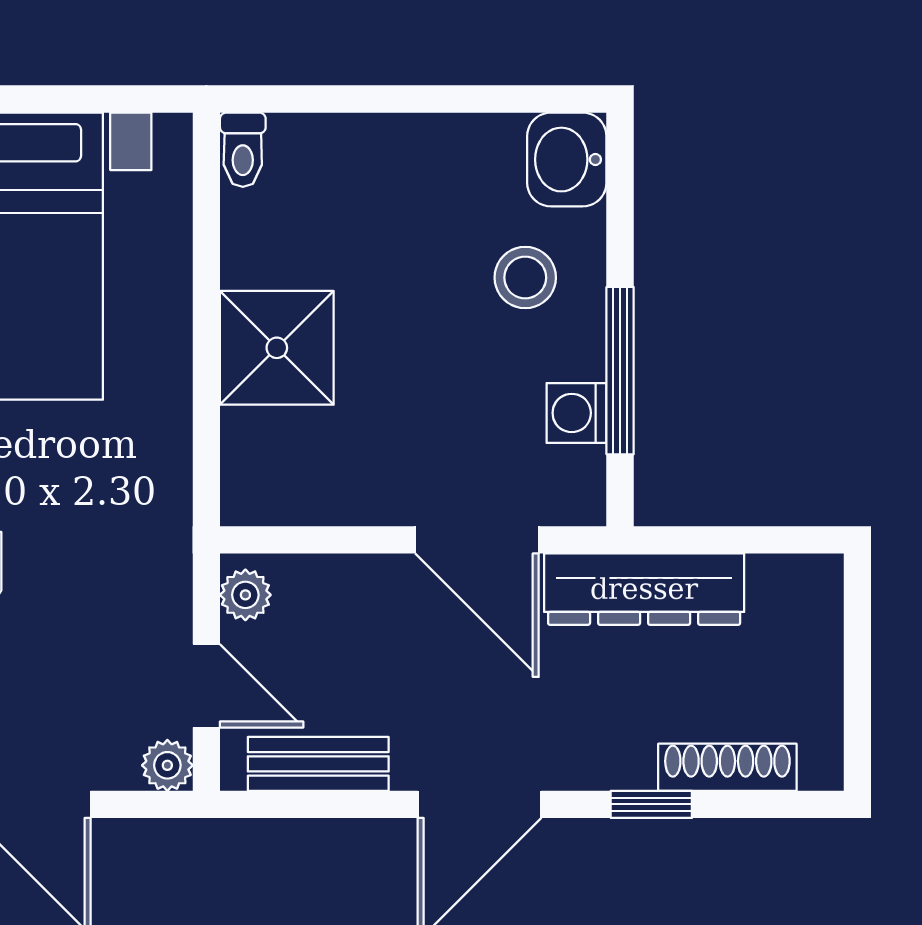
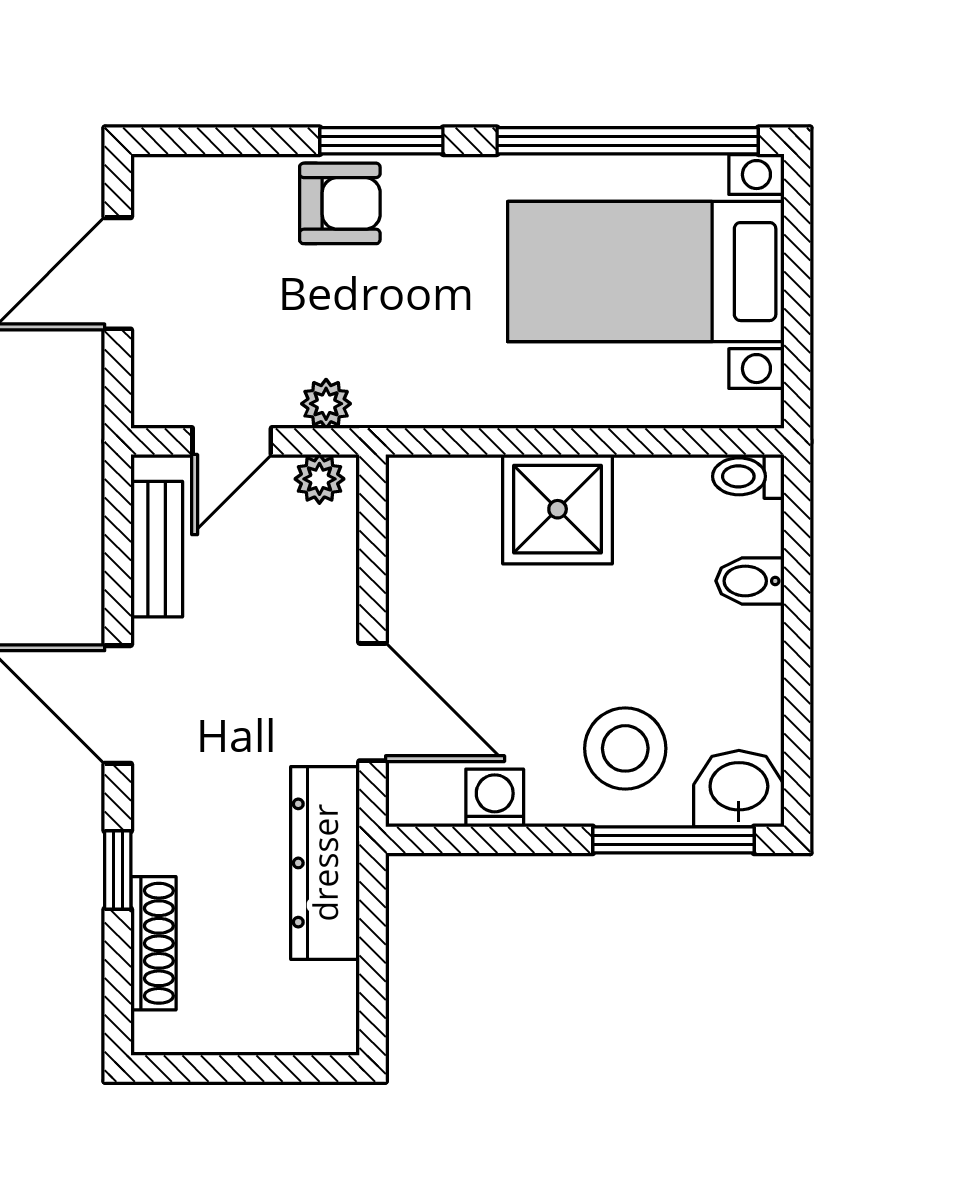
bidet: (351, 148) -> (750, 581), added
stool: (525, 278) -> (625, 748), width x1.38, depth x1.38
window: (620, 371) -> (673, 840), moved
door: (477, 540) -> (373, 702), swing flipped
plant: (167, 765) -> (326, 404), moved

